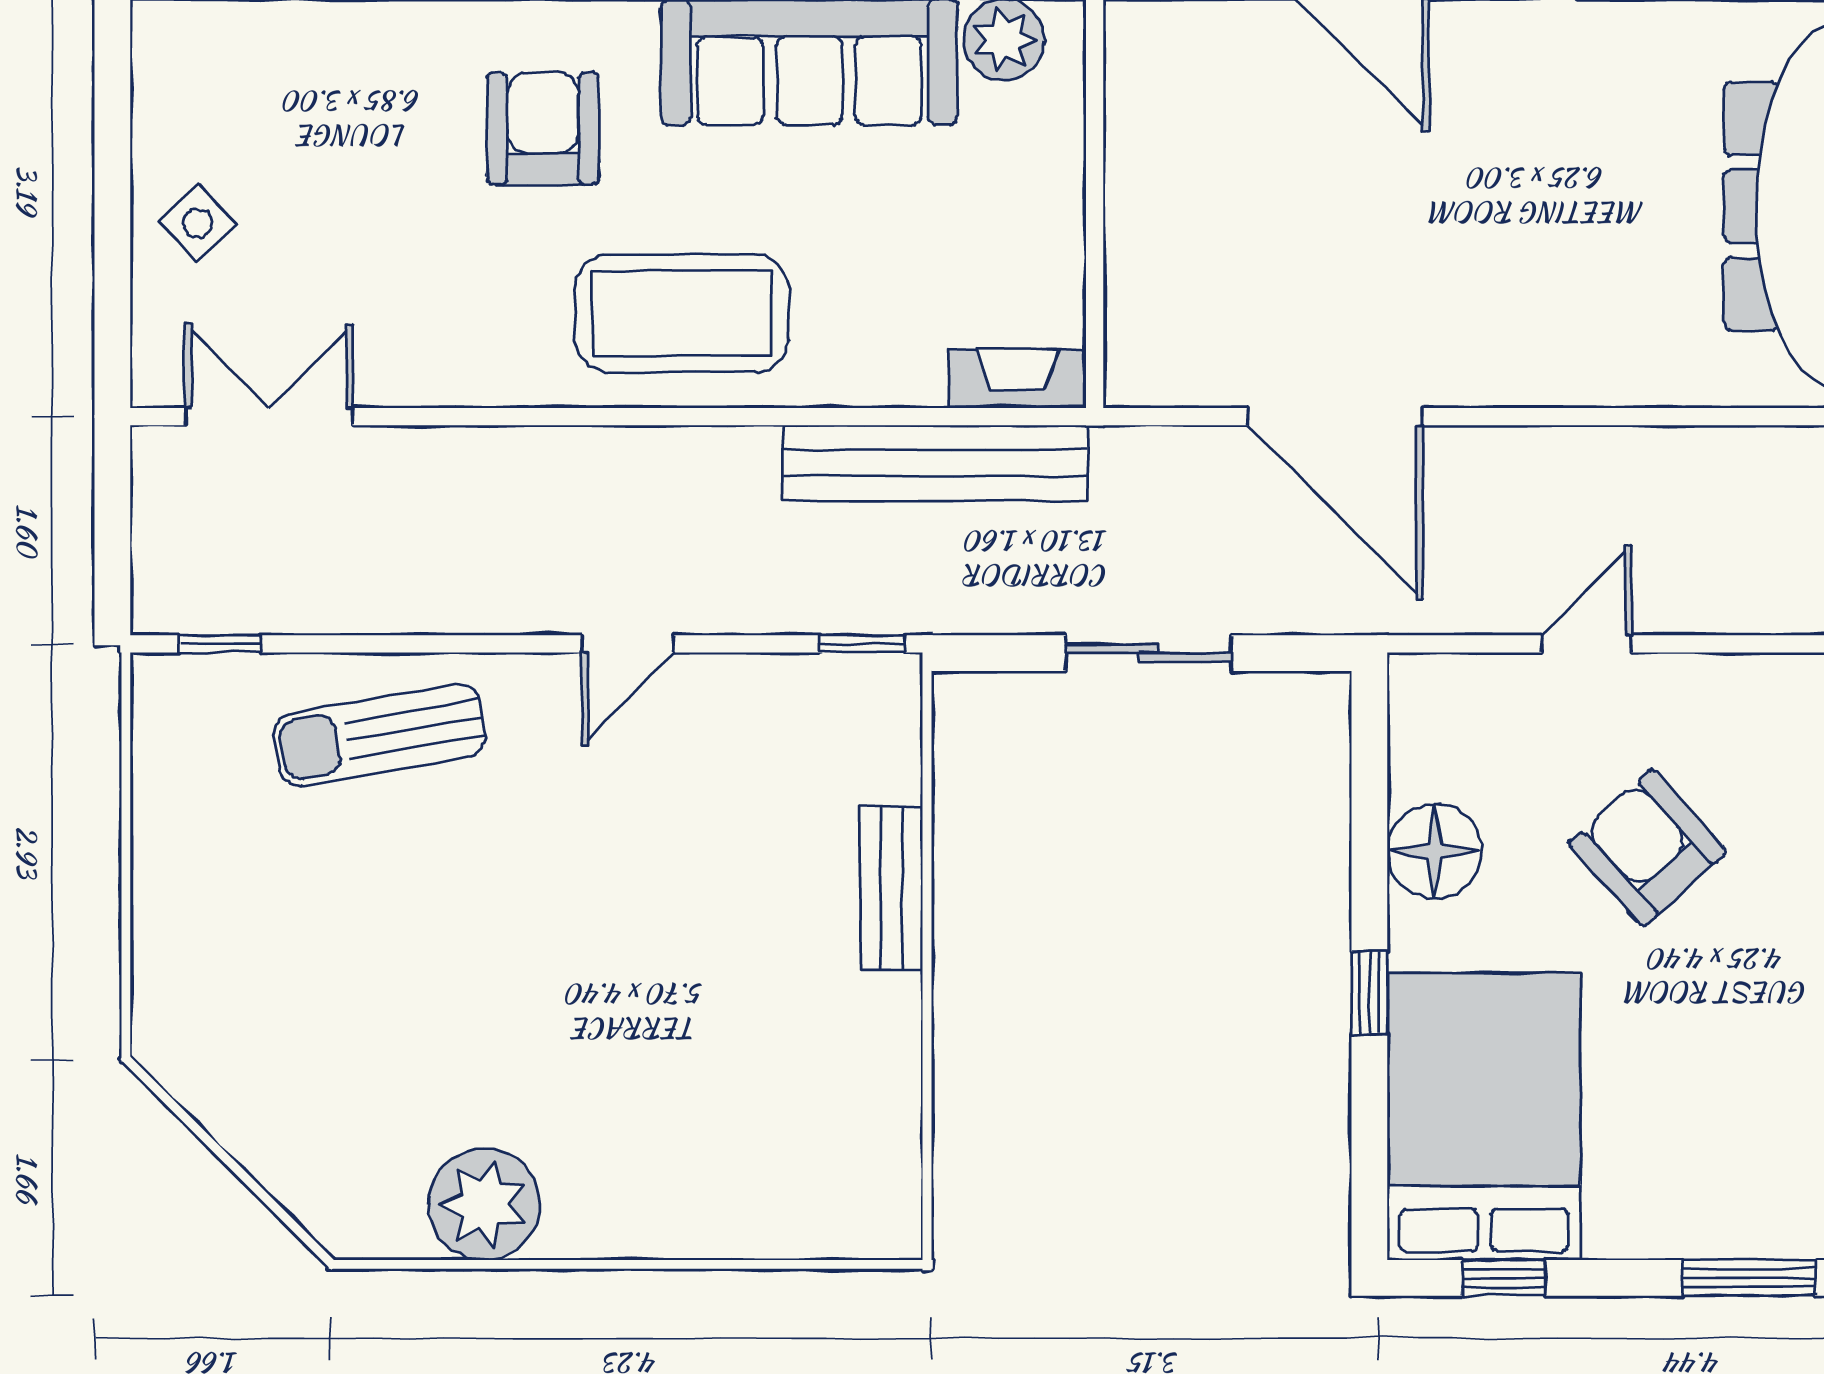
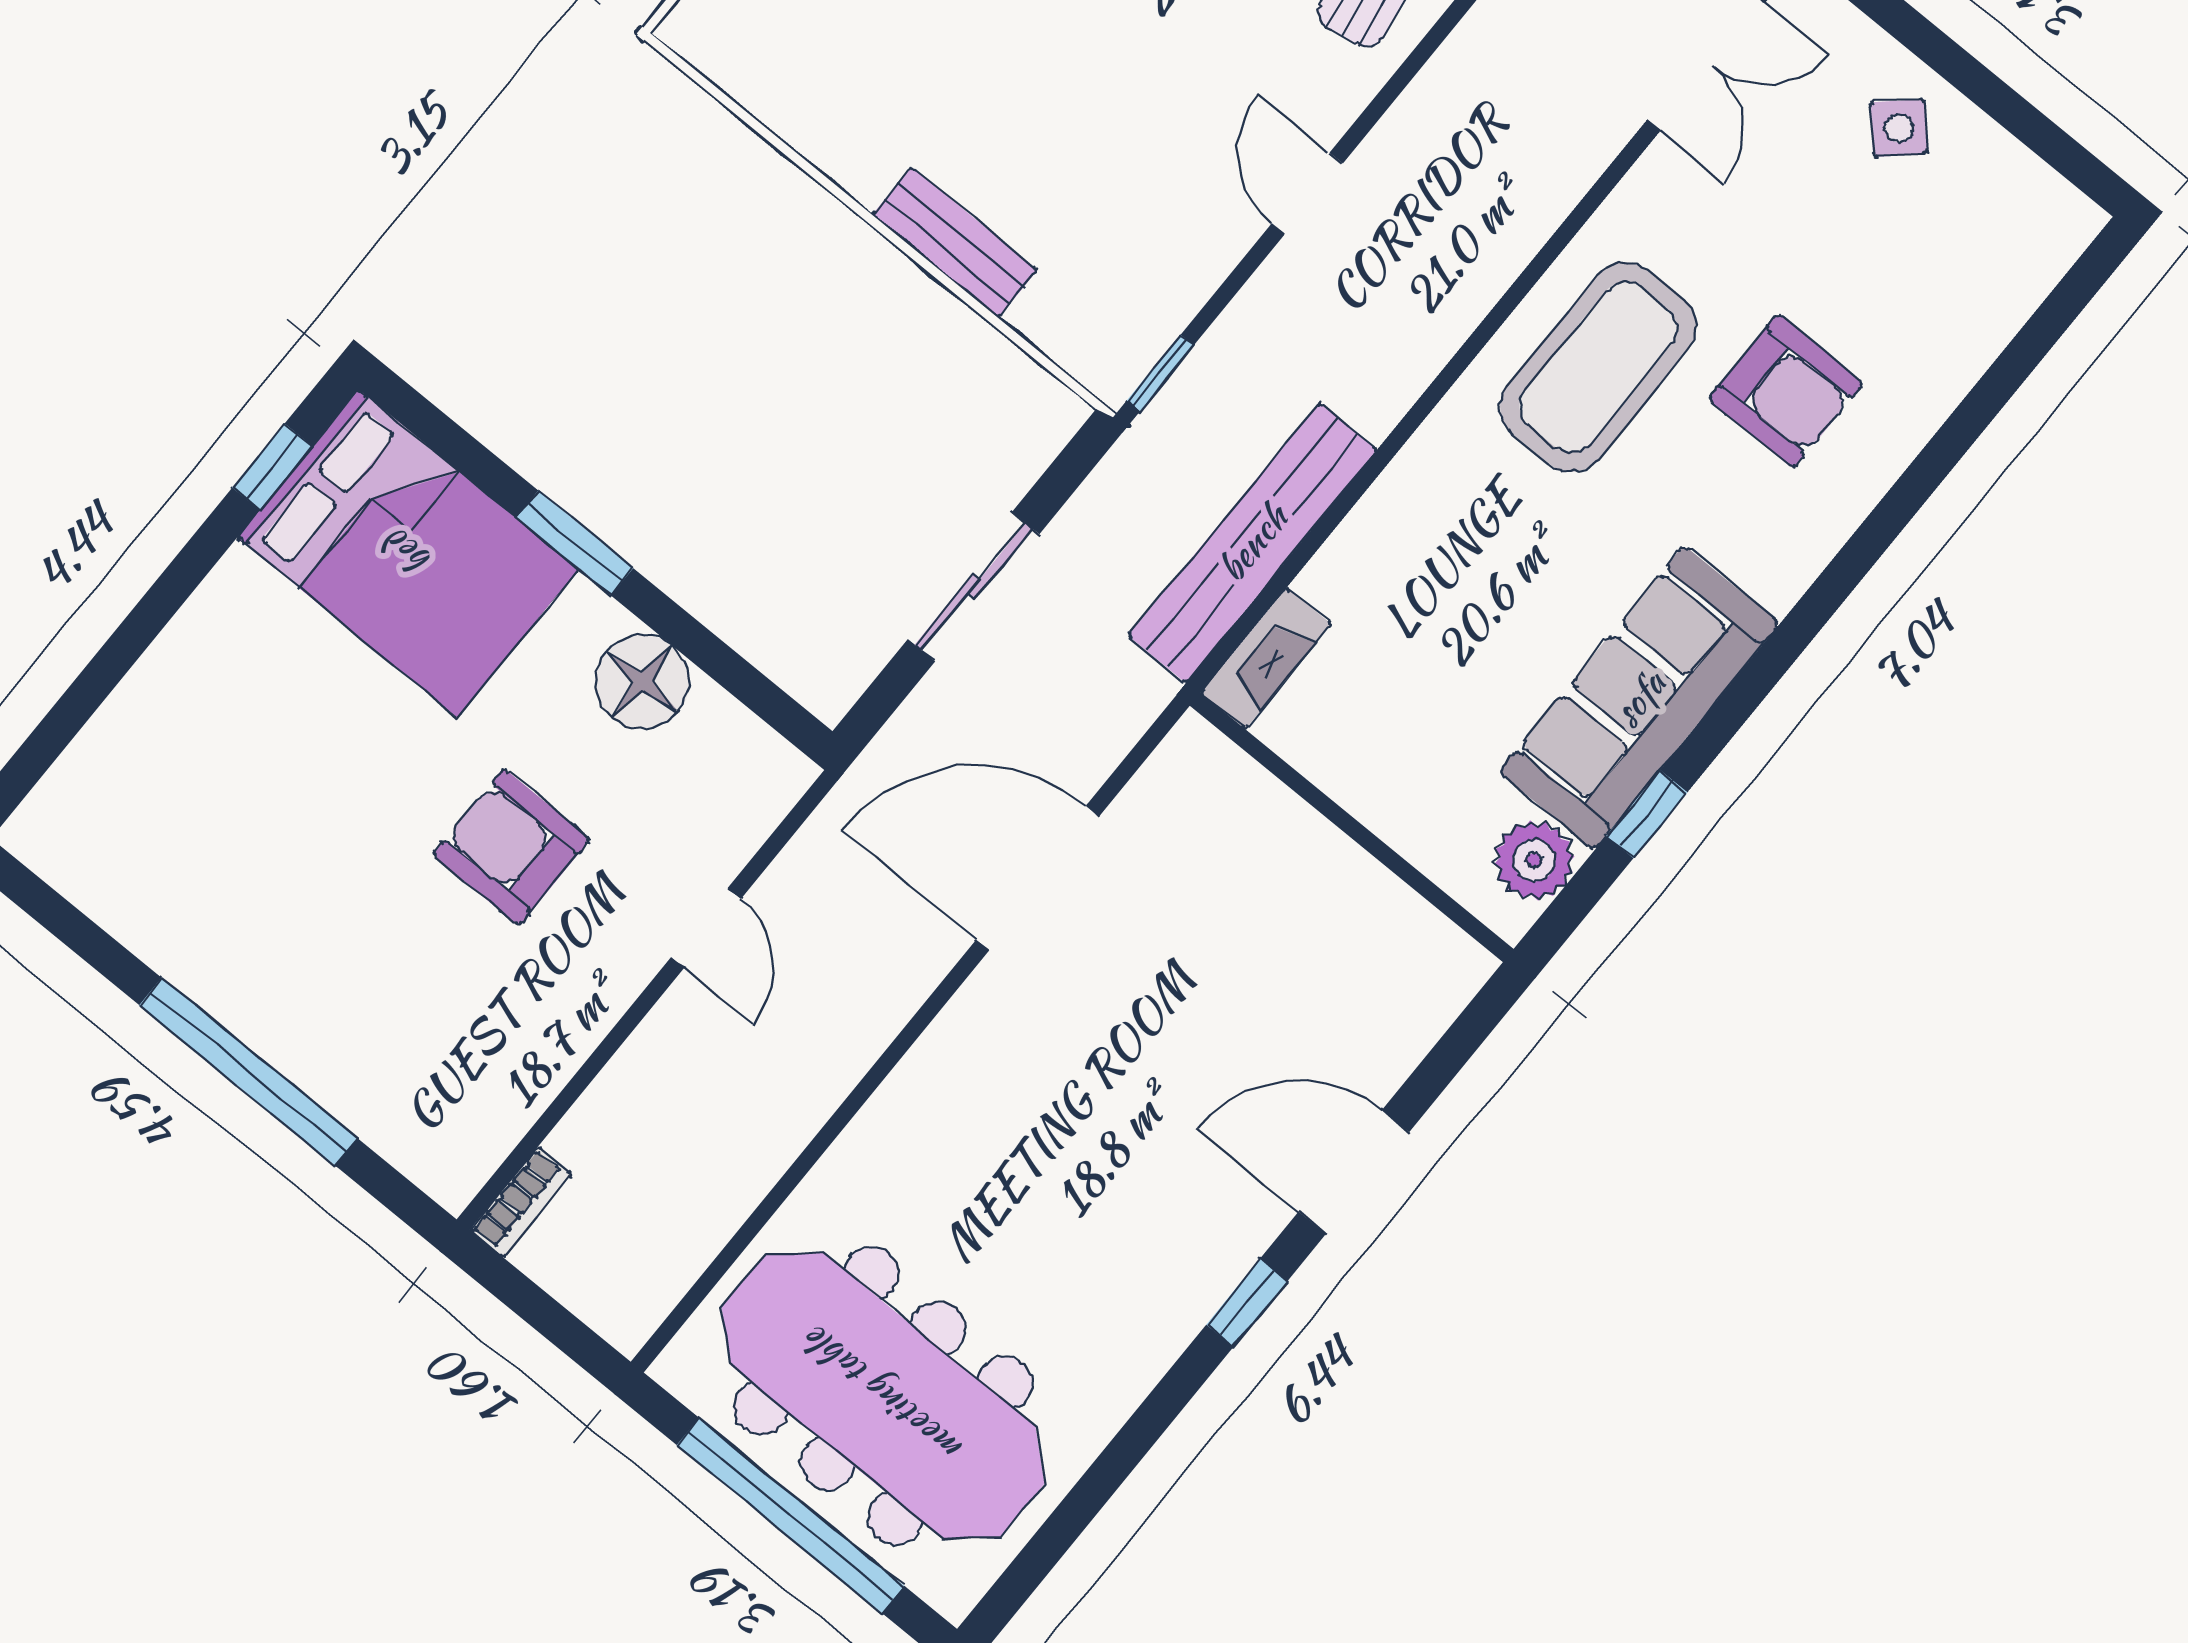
armchair: (543, 129) -> (1786, 391), moved
coffee table: (682, 313) -> (1598, 367), moved
armchair: (1648, 848) -> (511, 847), turned -138
window: (1369, 993) -> (575, 543), width x1.50
window: (1749, 1278) -> (118, 655), removed

